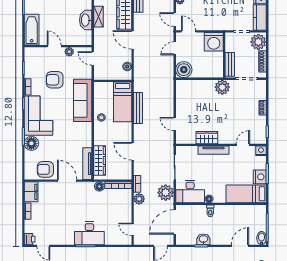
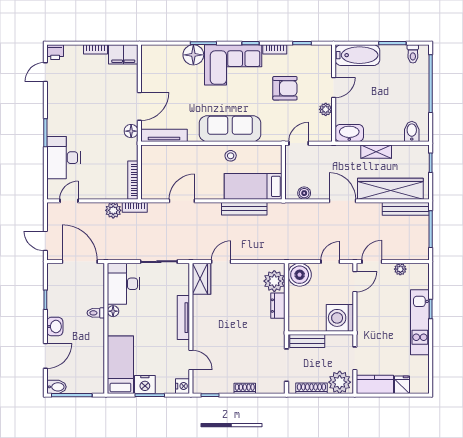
washbasin: (86, 20) -> (349, 133), moved
door: (133, 40) -> (343, 201), hinge flipped
door: (175, 48) -> (330, 262), hinge flipped
door: (93, 58) -> (299, 143), moved
armchair: (55, 80) -> (285, 88), turned 90
dresser: (205, 85) -> (278, 306), added
plant: (222, 87) -> (274, 281), moved
sofa: (83, 100) -> (230, 129), moved
wardrobe: (207, 138) -> (201, 279), moved
wardrobe: (100, 160) -> (169, 153), removed
armchair: (45, 169) -> (156, 75), removed
floor lamp: (99, 186) -> (131, 131), moved
plant: (166, 193) -> (122, 248), removed
desk: (89, 233) -> (63, 158), moved
washbasin: (203, 239) -> (55, 327), moved
door: (240, 246) -> (45, 356), hinge flipped

